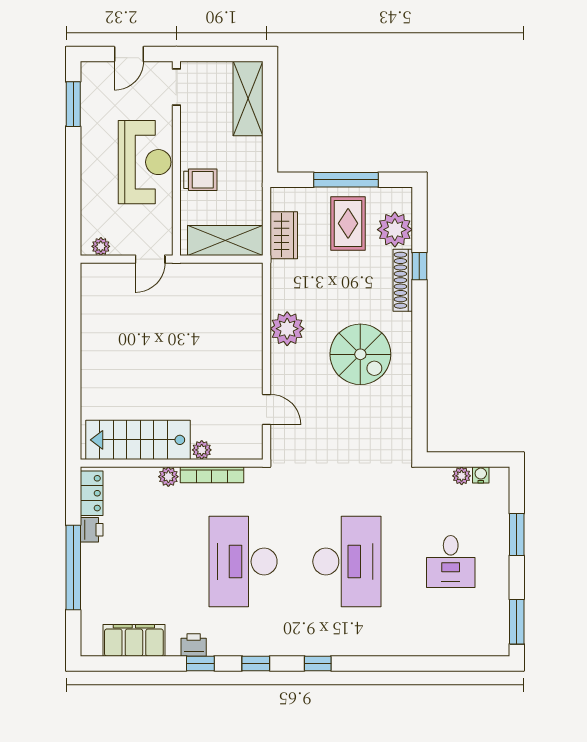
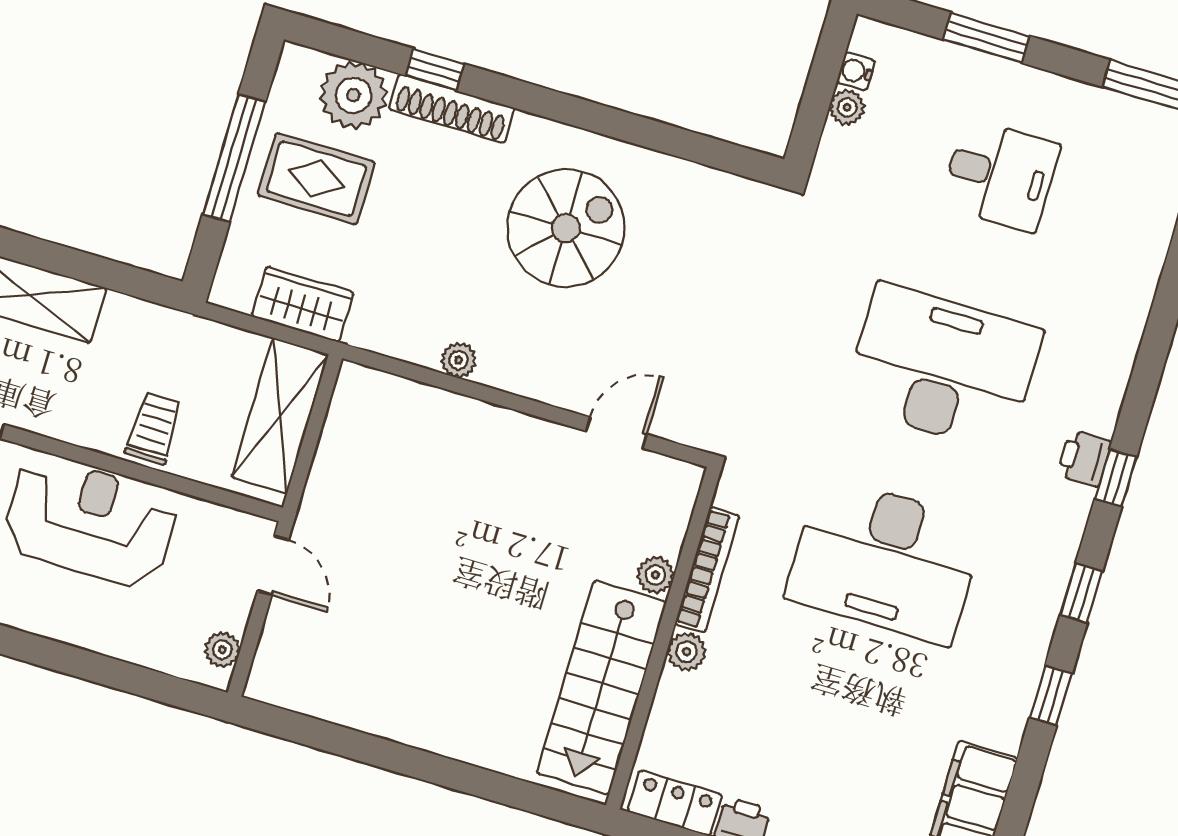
plant: (287, 329) -> (459, 360), width x0.53, depth x0.53
printer: (194, 645) -> (1084, 458), moved

